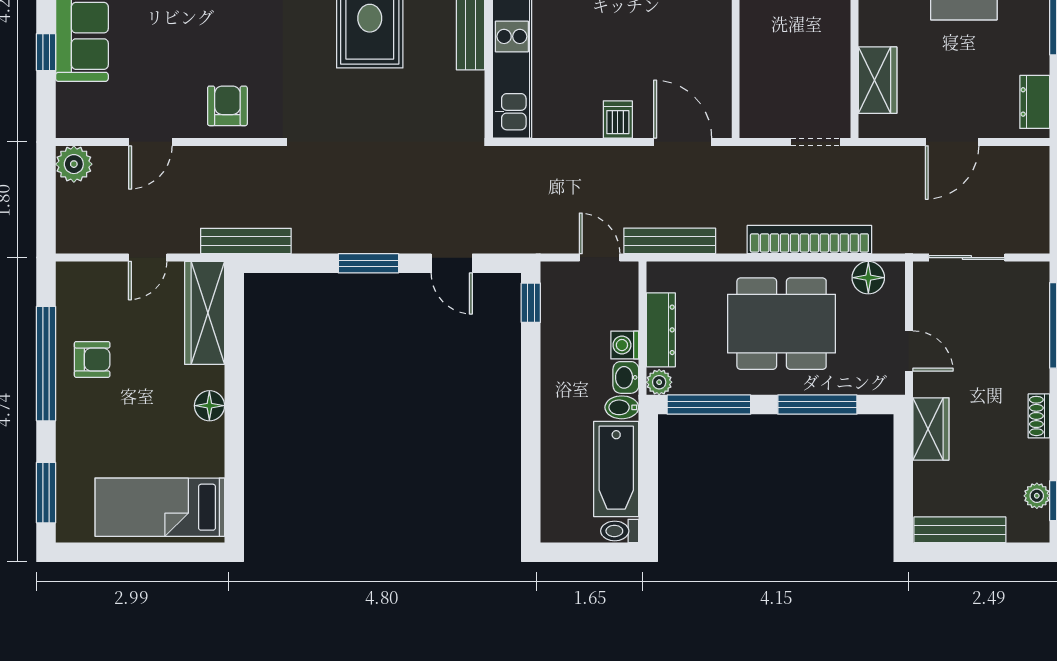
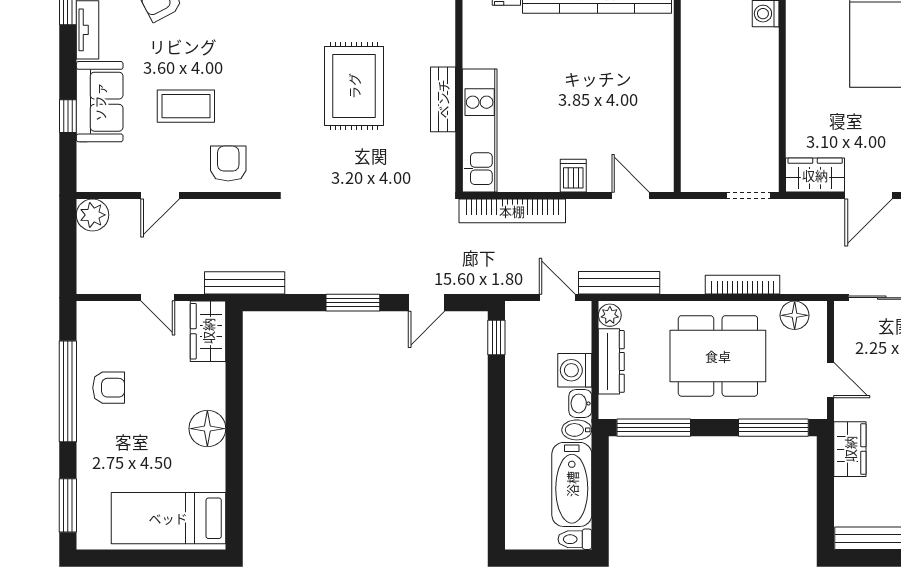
coffee table: (180, 41) -> (186, 106), added
wardrobe: (878, 80) -> (815, 175), moved, turned -90
door: (683, 142) -> (631, 195), width x0.73
bookcase: (549, 159) -> (512, 211), added
bookcase: (809, 240) -> (743, 285), width x0.68, depth x0.76
door: (148, 258) -> (158, 298), hinge flipped
door: (452, 263) -> (426, 303), hinge flipped
wardrobe: (205, 313) -> (208, 331), width x0.67
washing machine: (625, 345) -> (575, 370), width x1.38, depth x1.38
plant: (659, 382) -> (610, 315), moved
window: (817, 405) -> (773, 428), moved
floor lamp: (209, 406) -> (207, 429), width x1.38, depth x1.38

